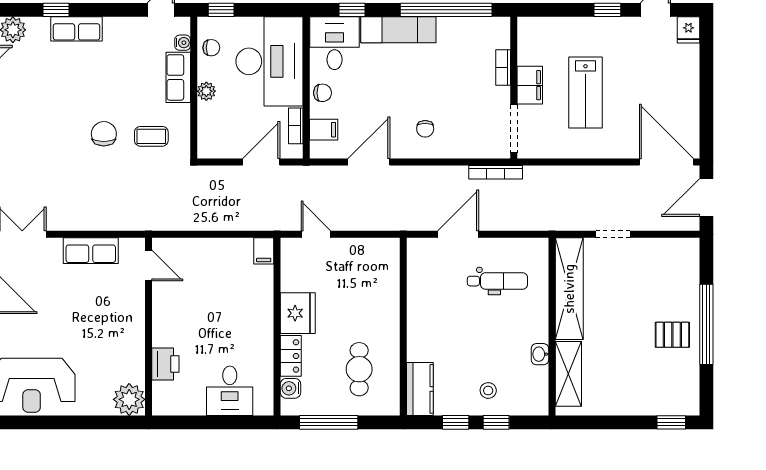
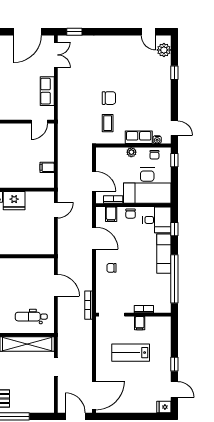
row of seats: (77, 29) -> (164, 84), removed
filing cabinet: (530, 85) -> (140, 323), width x0.50
filing cabinet: (264, 251) -> (47, 167), moved
dental chair: (497, 281) -> (31, 317), moved, turned 90

